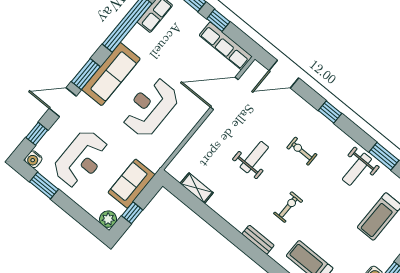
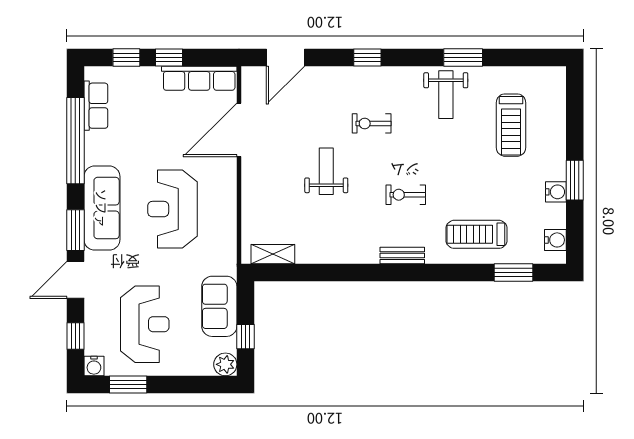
shelving: (197, 188) -> (273, 254), moved
exercise bike: (288, 207) -> (406, 195), turned -90

